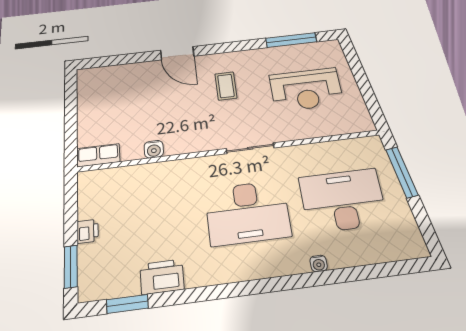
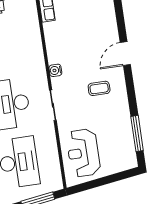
reception desk: (306, 89) -> (83, 153), moved
water cooler: (154, 149) -> (55, 70), moved

